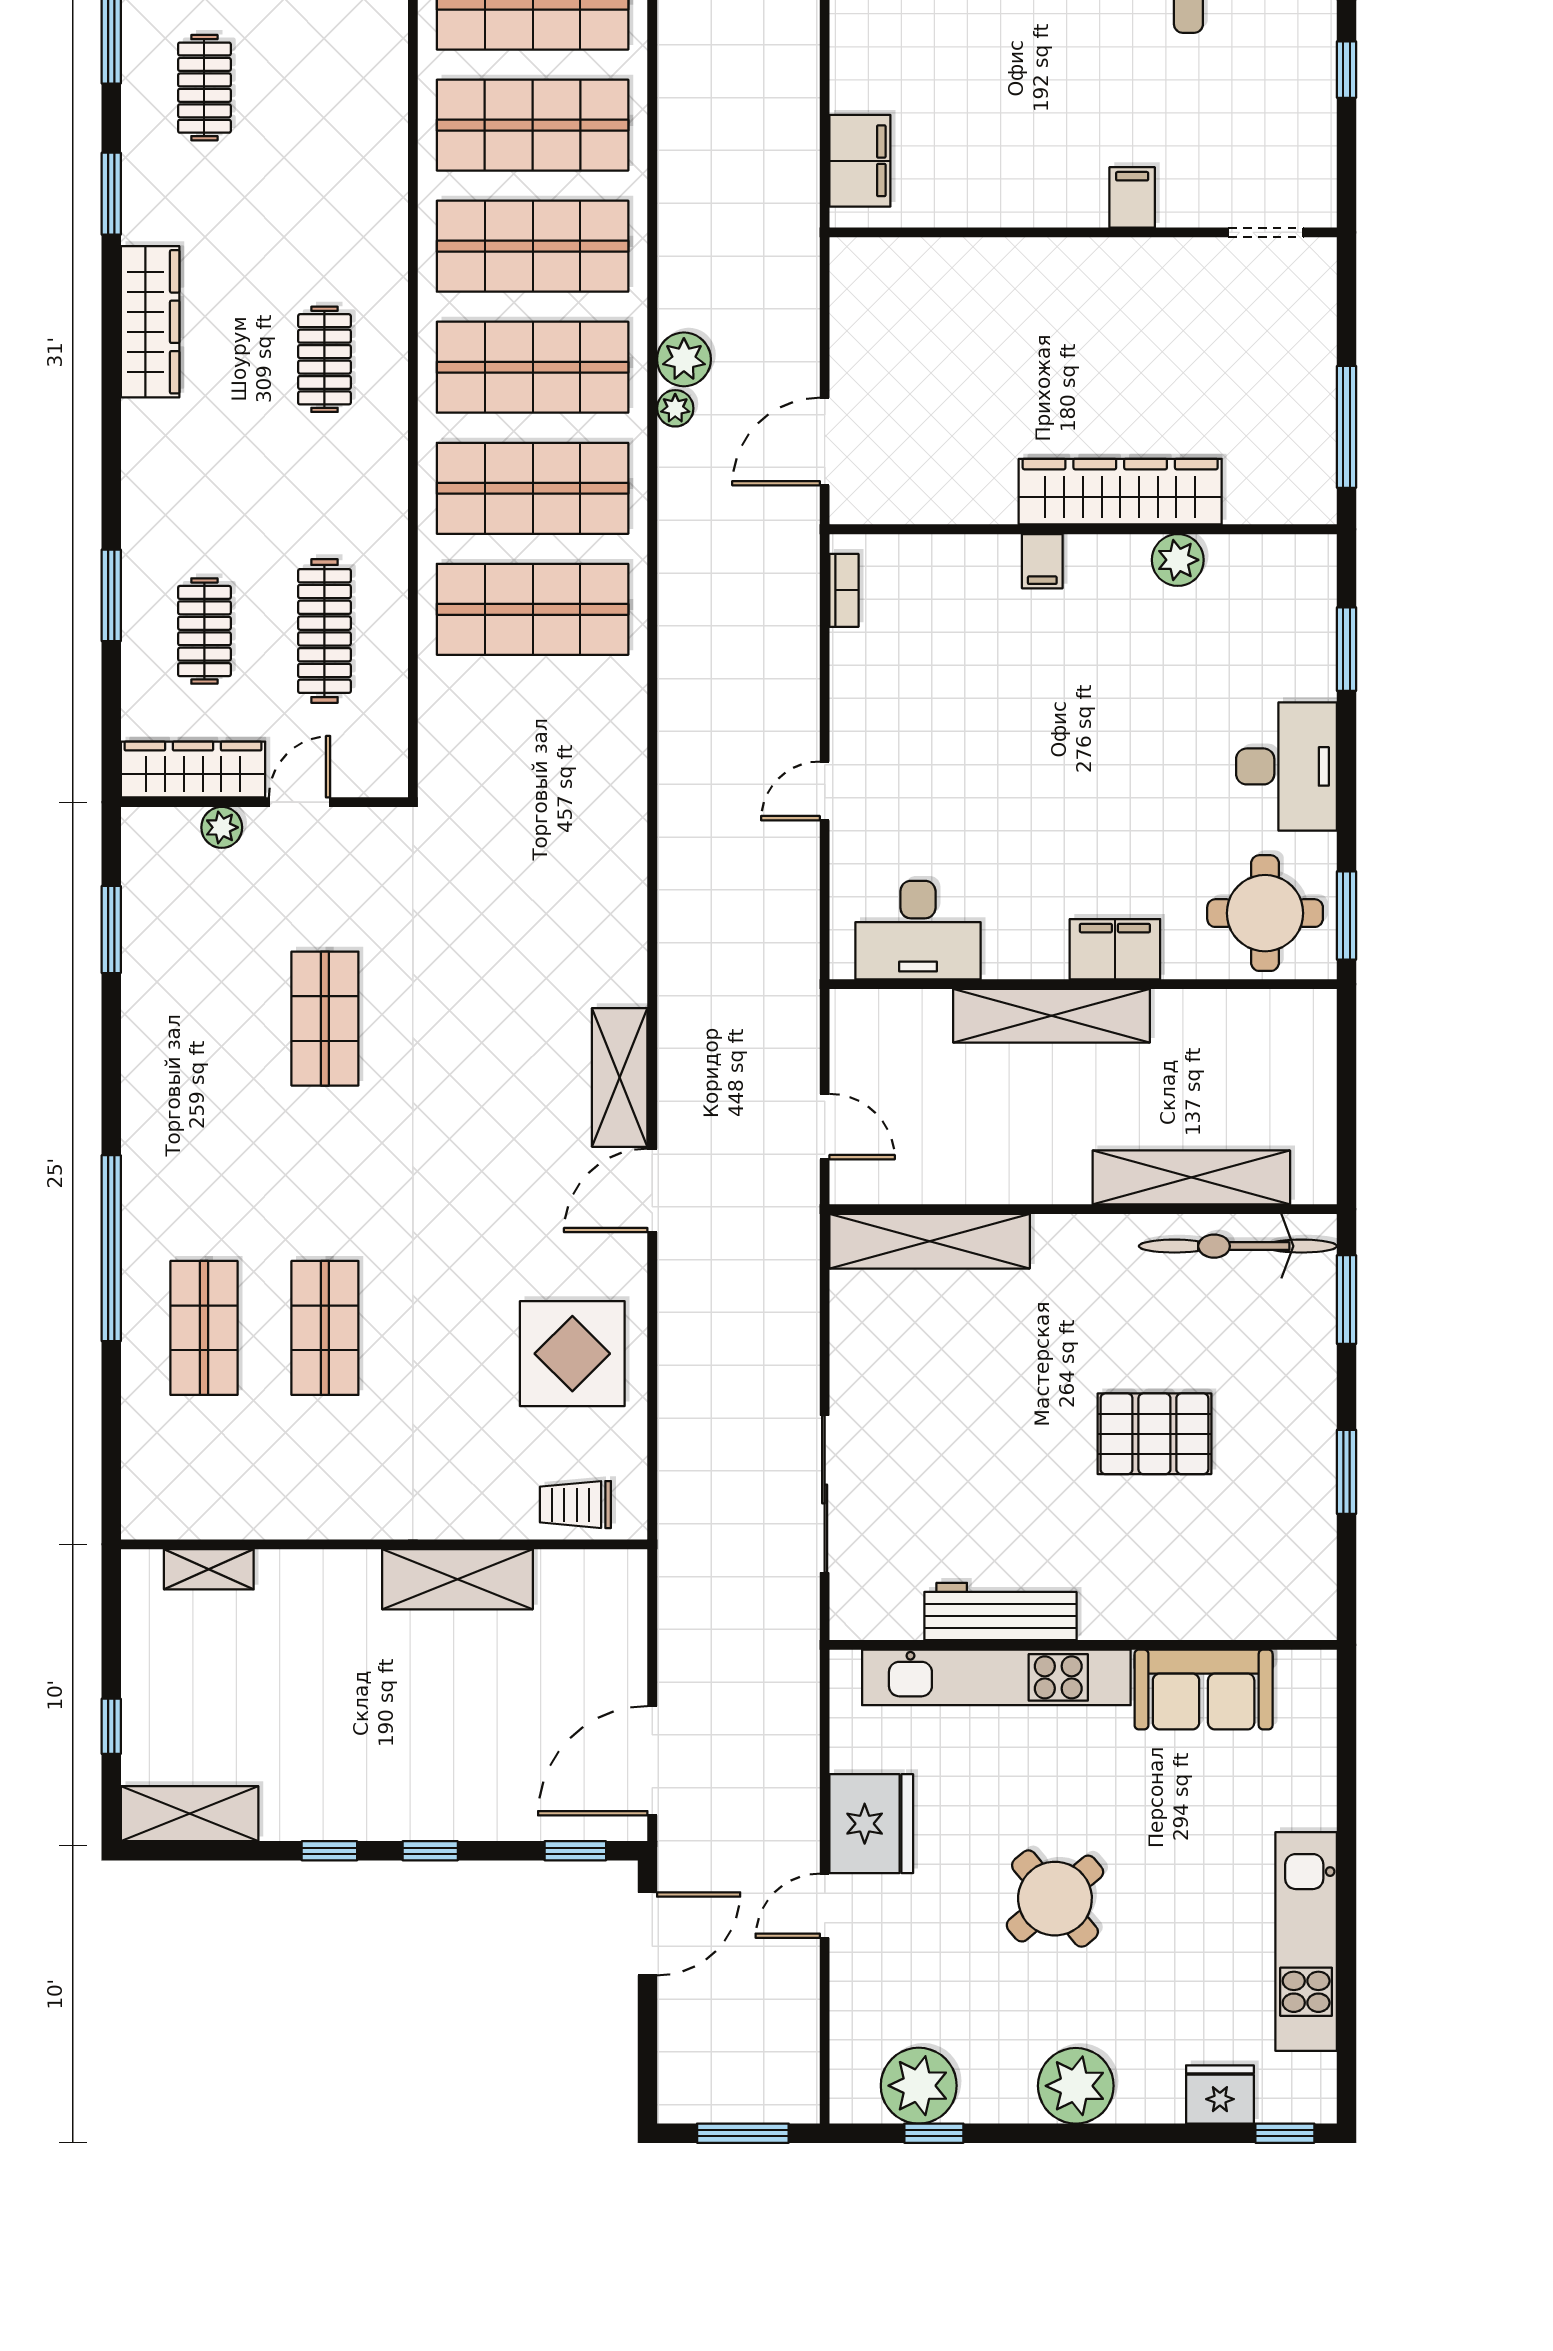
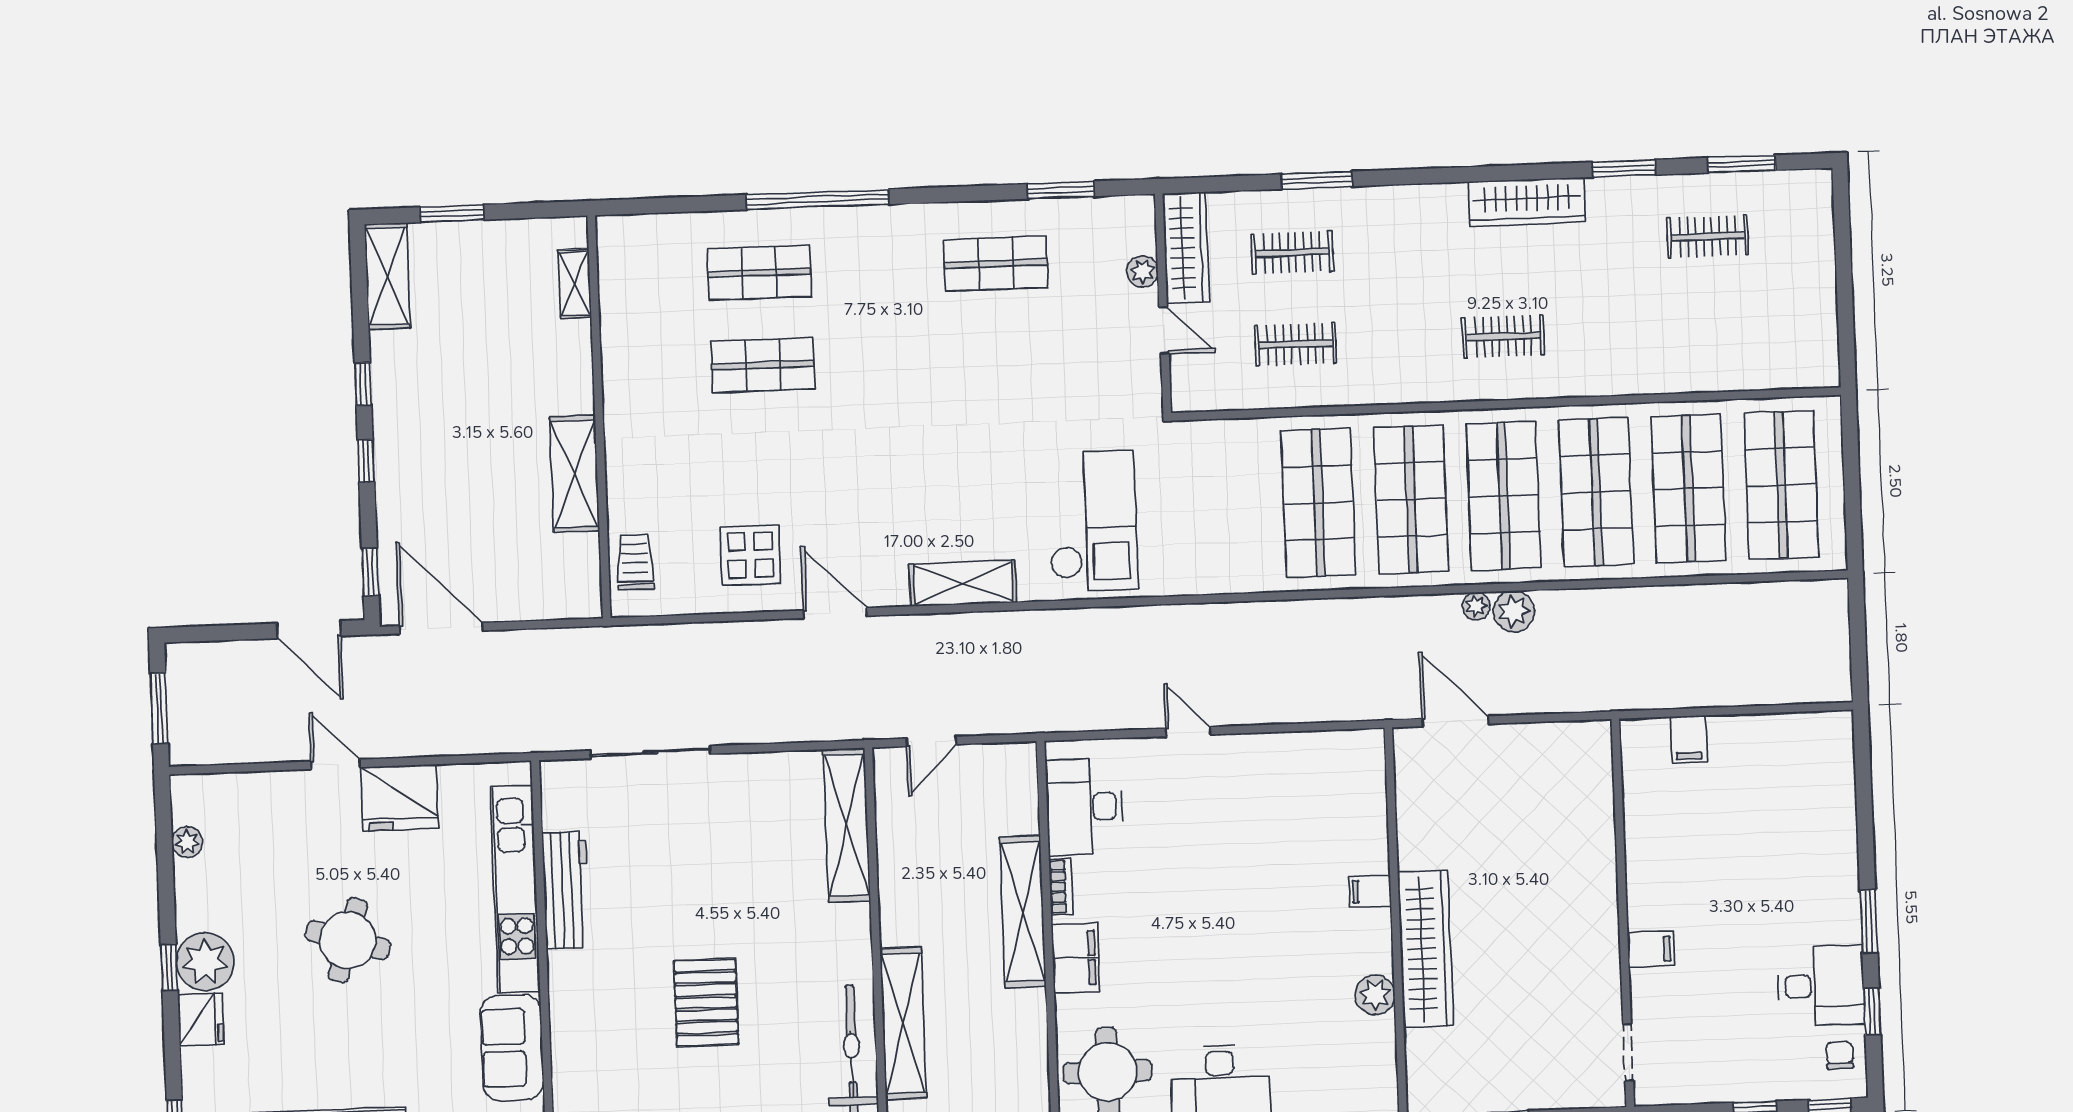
filing cabinet: (860, 161) -> (1688, 739), width x0.50
bookcase: (844, 590) -> (1061, 887), moved, turned -90
clothes rail: (324, 631) -> (1296, 344), width x0.73
checkout: (545, 905) -> (1093, 521), added
shop shelf: (325, 1019) -> (996, 264), moved
door: (652, 1190) -> (835, 613), moved
display table: (572, 1354) -> (750, 555), width x0.73, depth x0.73
window: (111, 1726) -> (452, 213), width x1.50
round table: (1055, 1899) -> (348, 940), turned -33
plant: (919, 2086) -> (187, 842), width x0.53, depth x0.53
fridge: (1220, 2094) -> (201, 1020), moved
window: (934, 2133) -> (169, 967), moved

